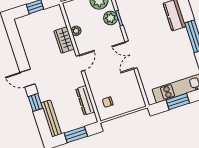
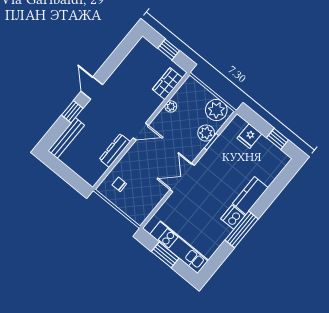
dishwasher: (182, 37) -> (233, 217), added
wardrobe: (64, 40) -> (167, 84), moved
dresser: (85, 100) -> (115, 150), moved
window: (76, 135) -> (66, 173), removed

